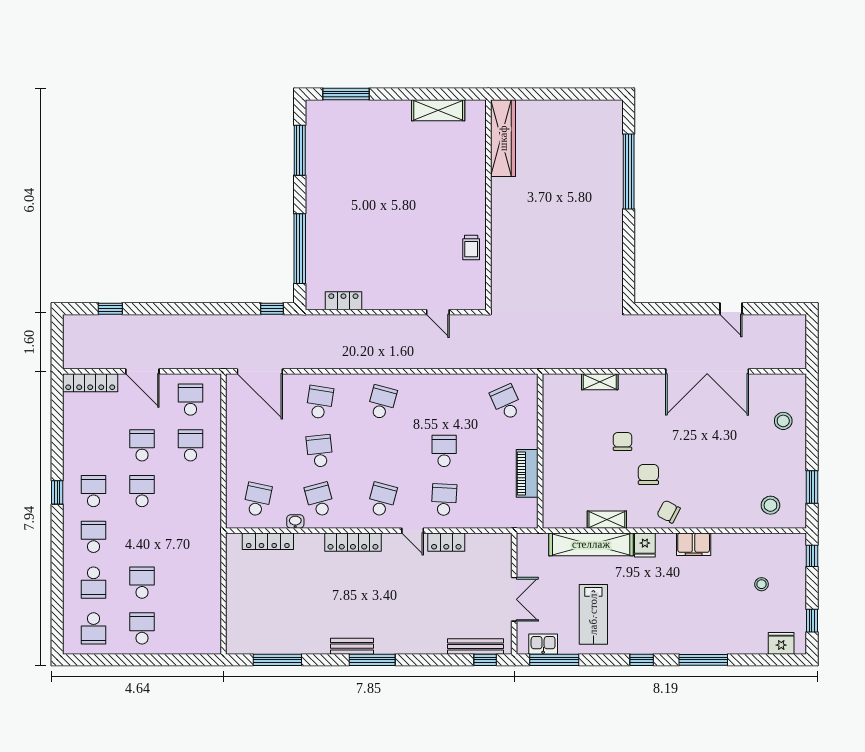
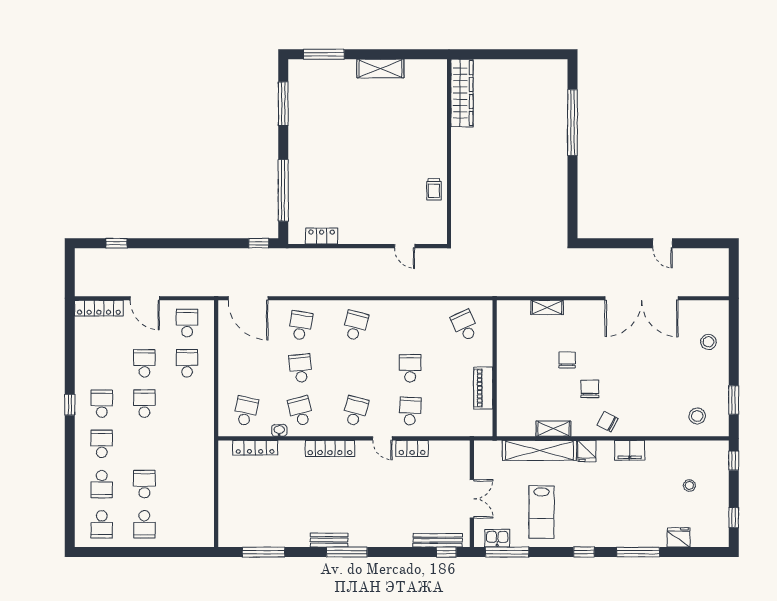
shelving: (438, 110) -> (380, 68), moved
school desk: (142, 628) -> (144, 524), turned 180
fridge: (781, 643) -> (679, 537), moved

